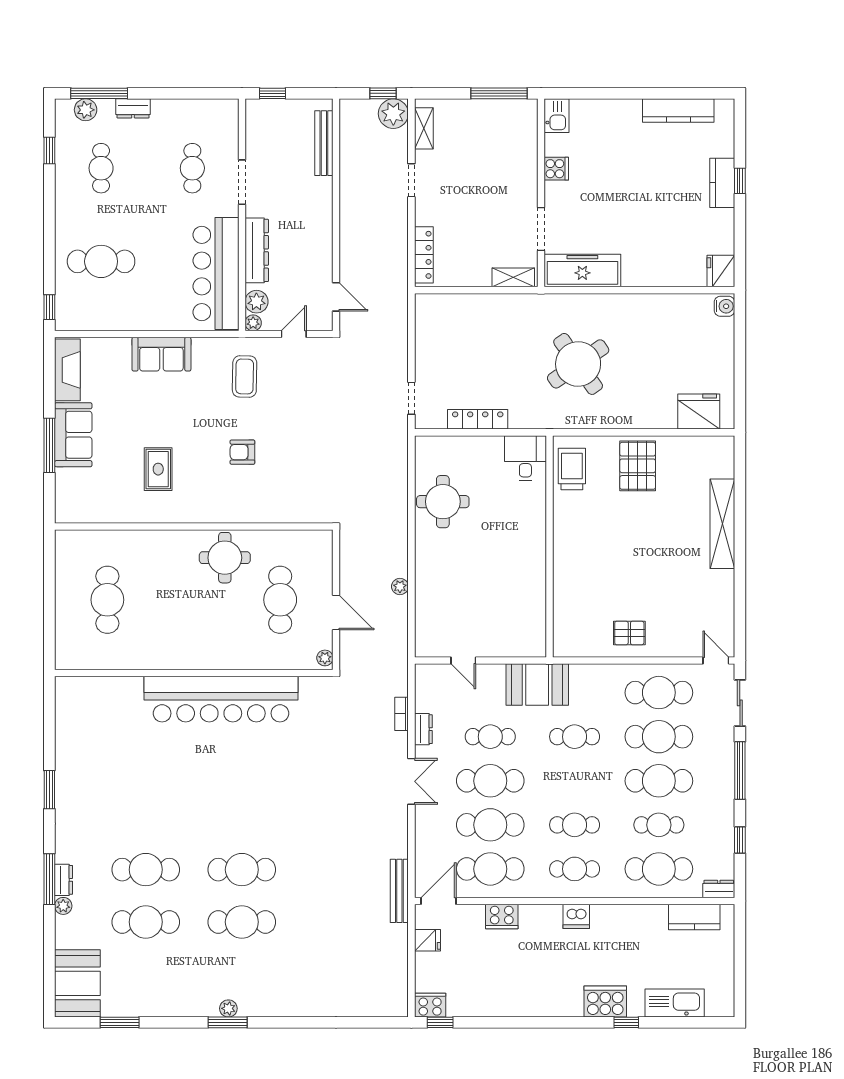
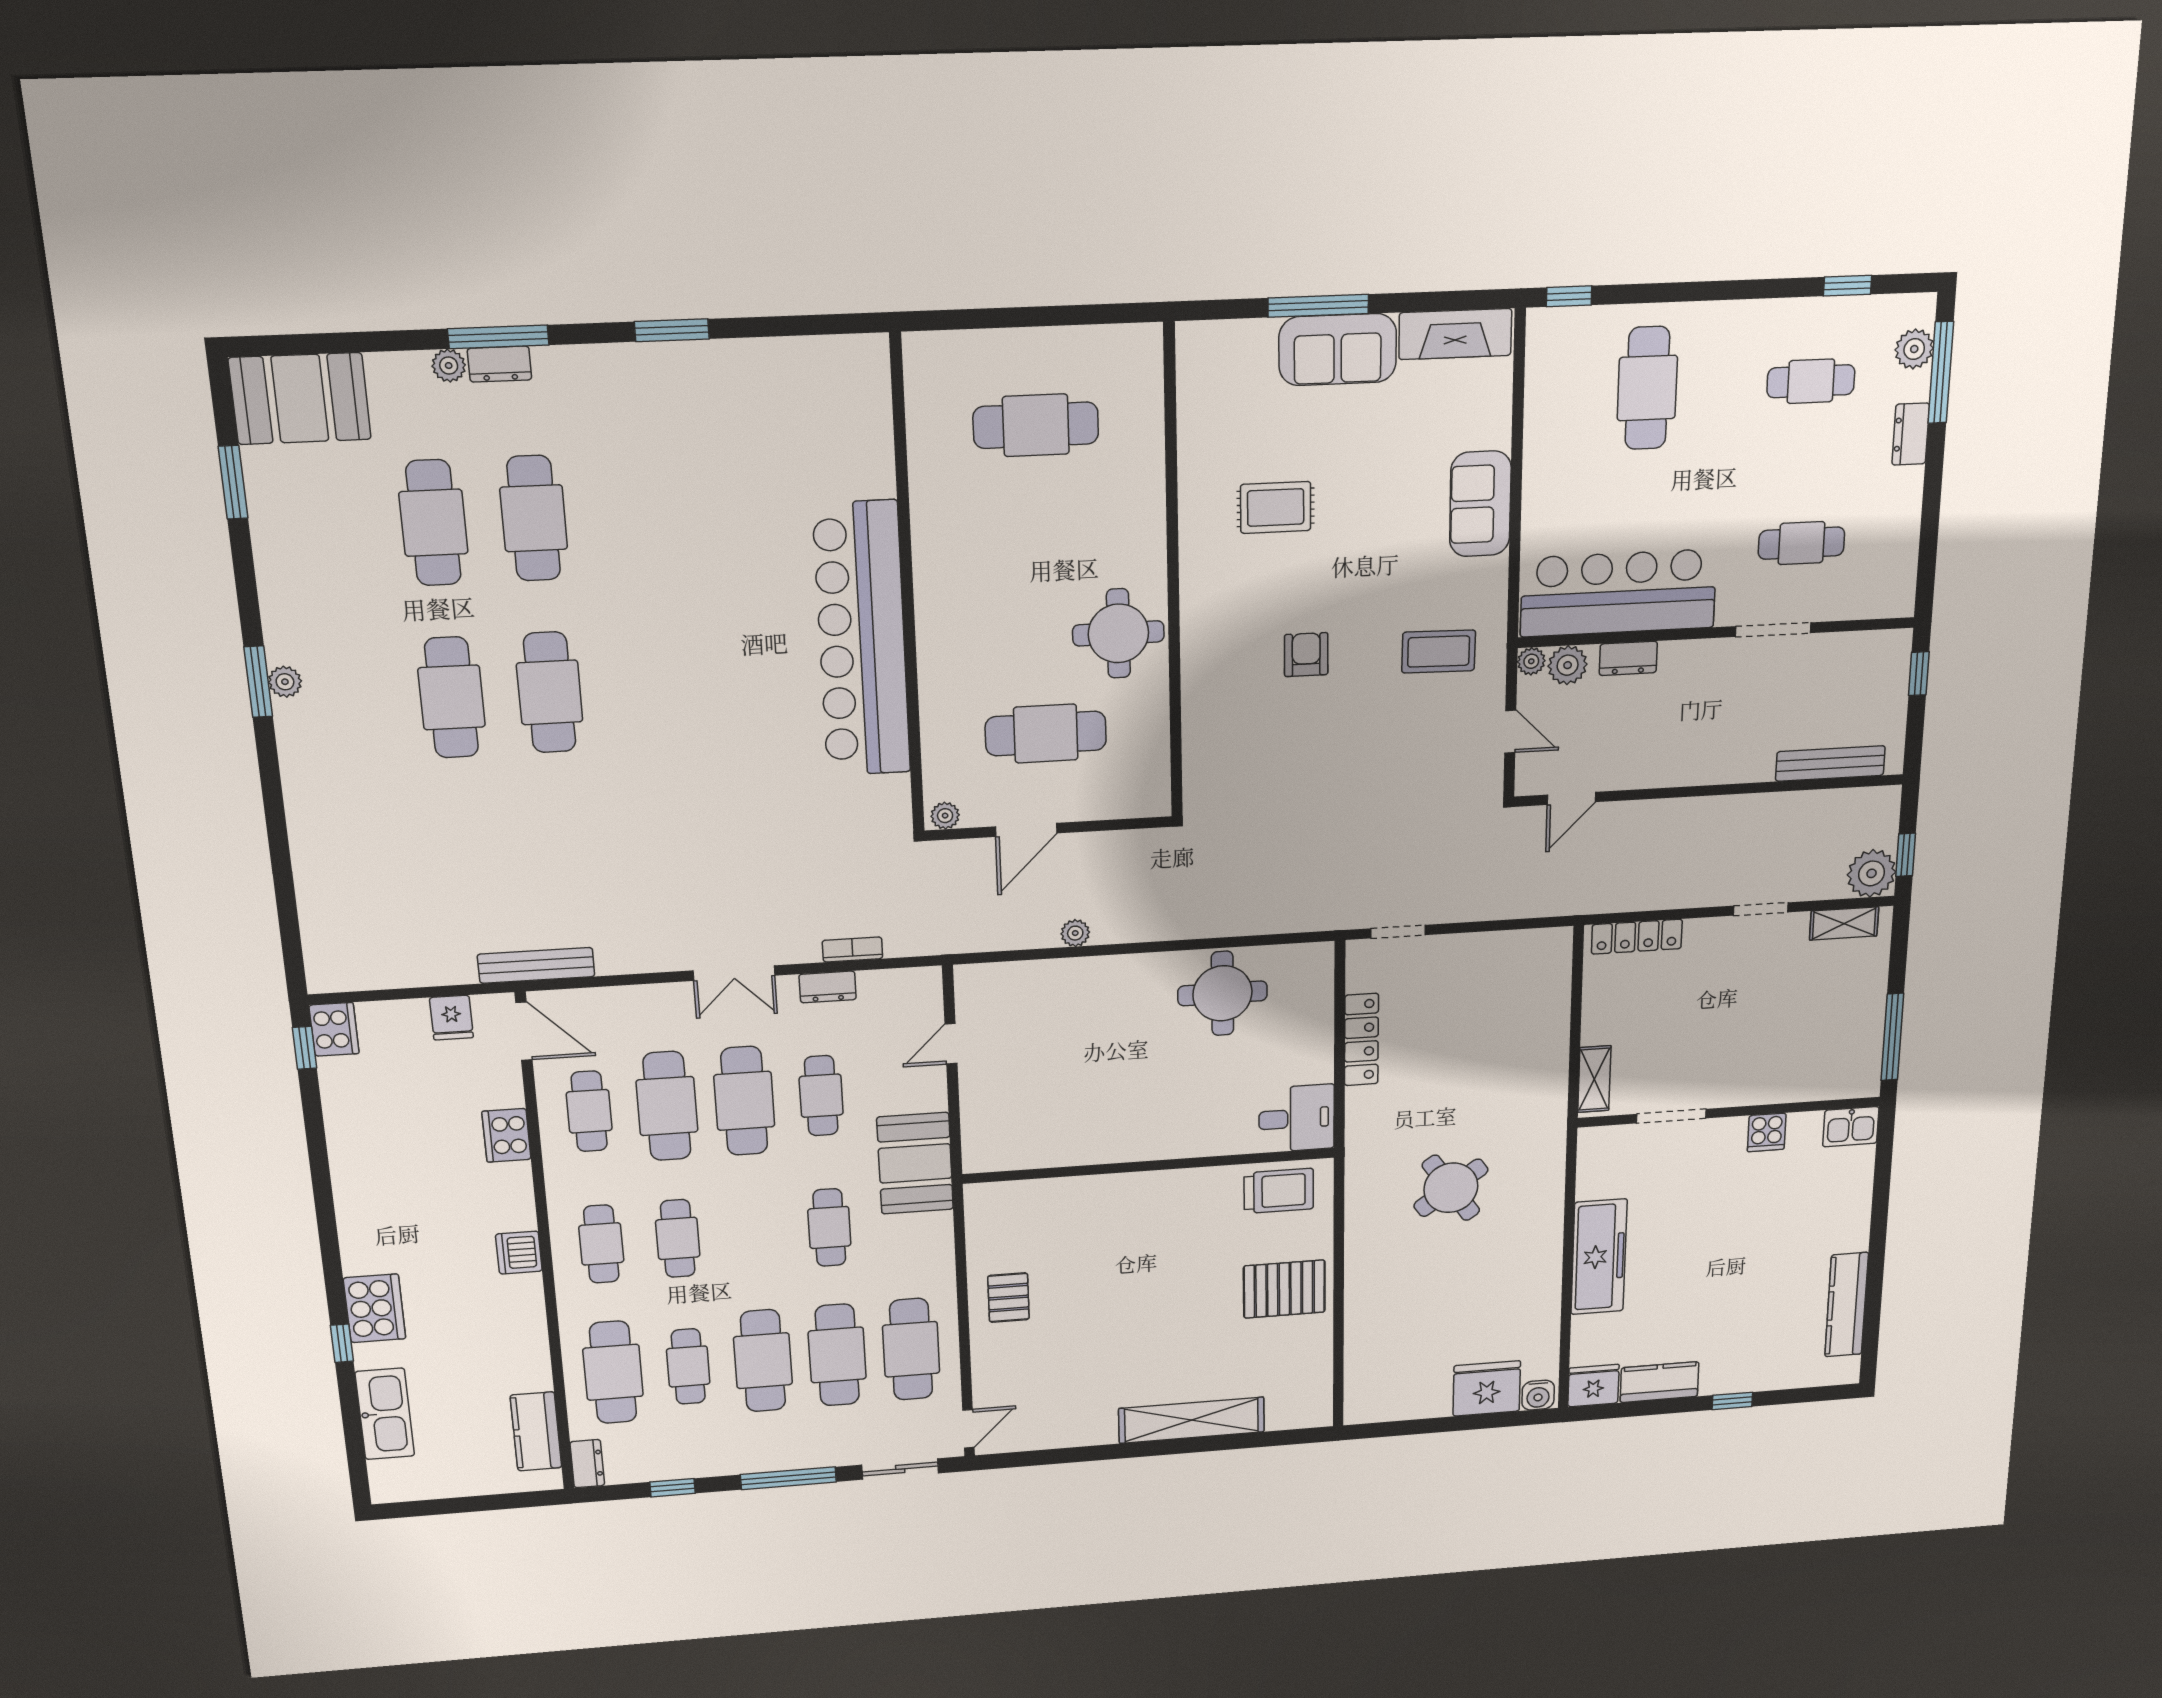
kitchen counter: (722, 183) -> (1659, 1382), moved
dresser: (257, 250) -> (1628, 658), width x0.51, depth x0.80
freezer: (582, 271) -> (1599, 1257), moved
round table: (578, 364) -> (1451, 1188), width x0.73, depth x0.73
fridge: (699, 412) -> (1487, 1388), moved, turned -90
cafe table: (490, 869) -> (589, 1111), width x0.73, depth x0.74

